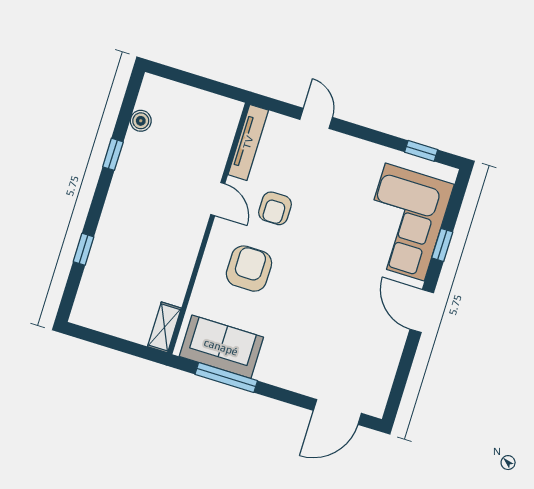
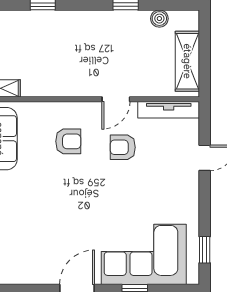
shelving: (200, 104) -> (187, 61), added
armchair: (249, 269) -> (68, 141), width x0.72, depth x0.72

